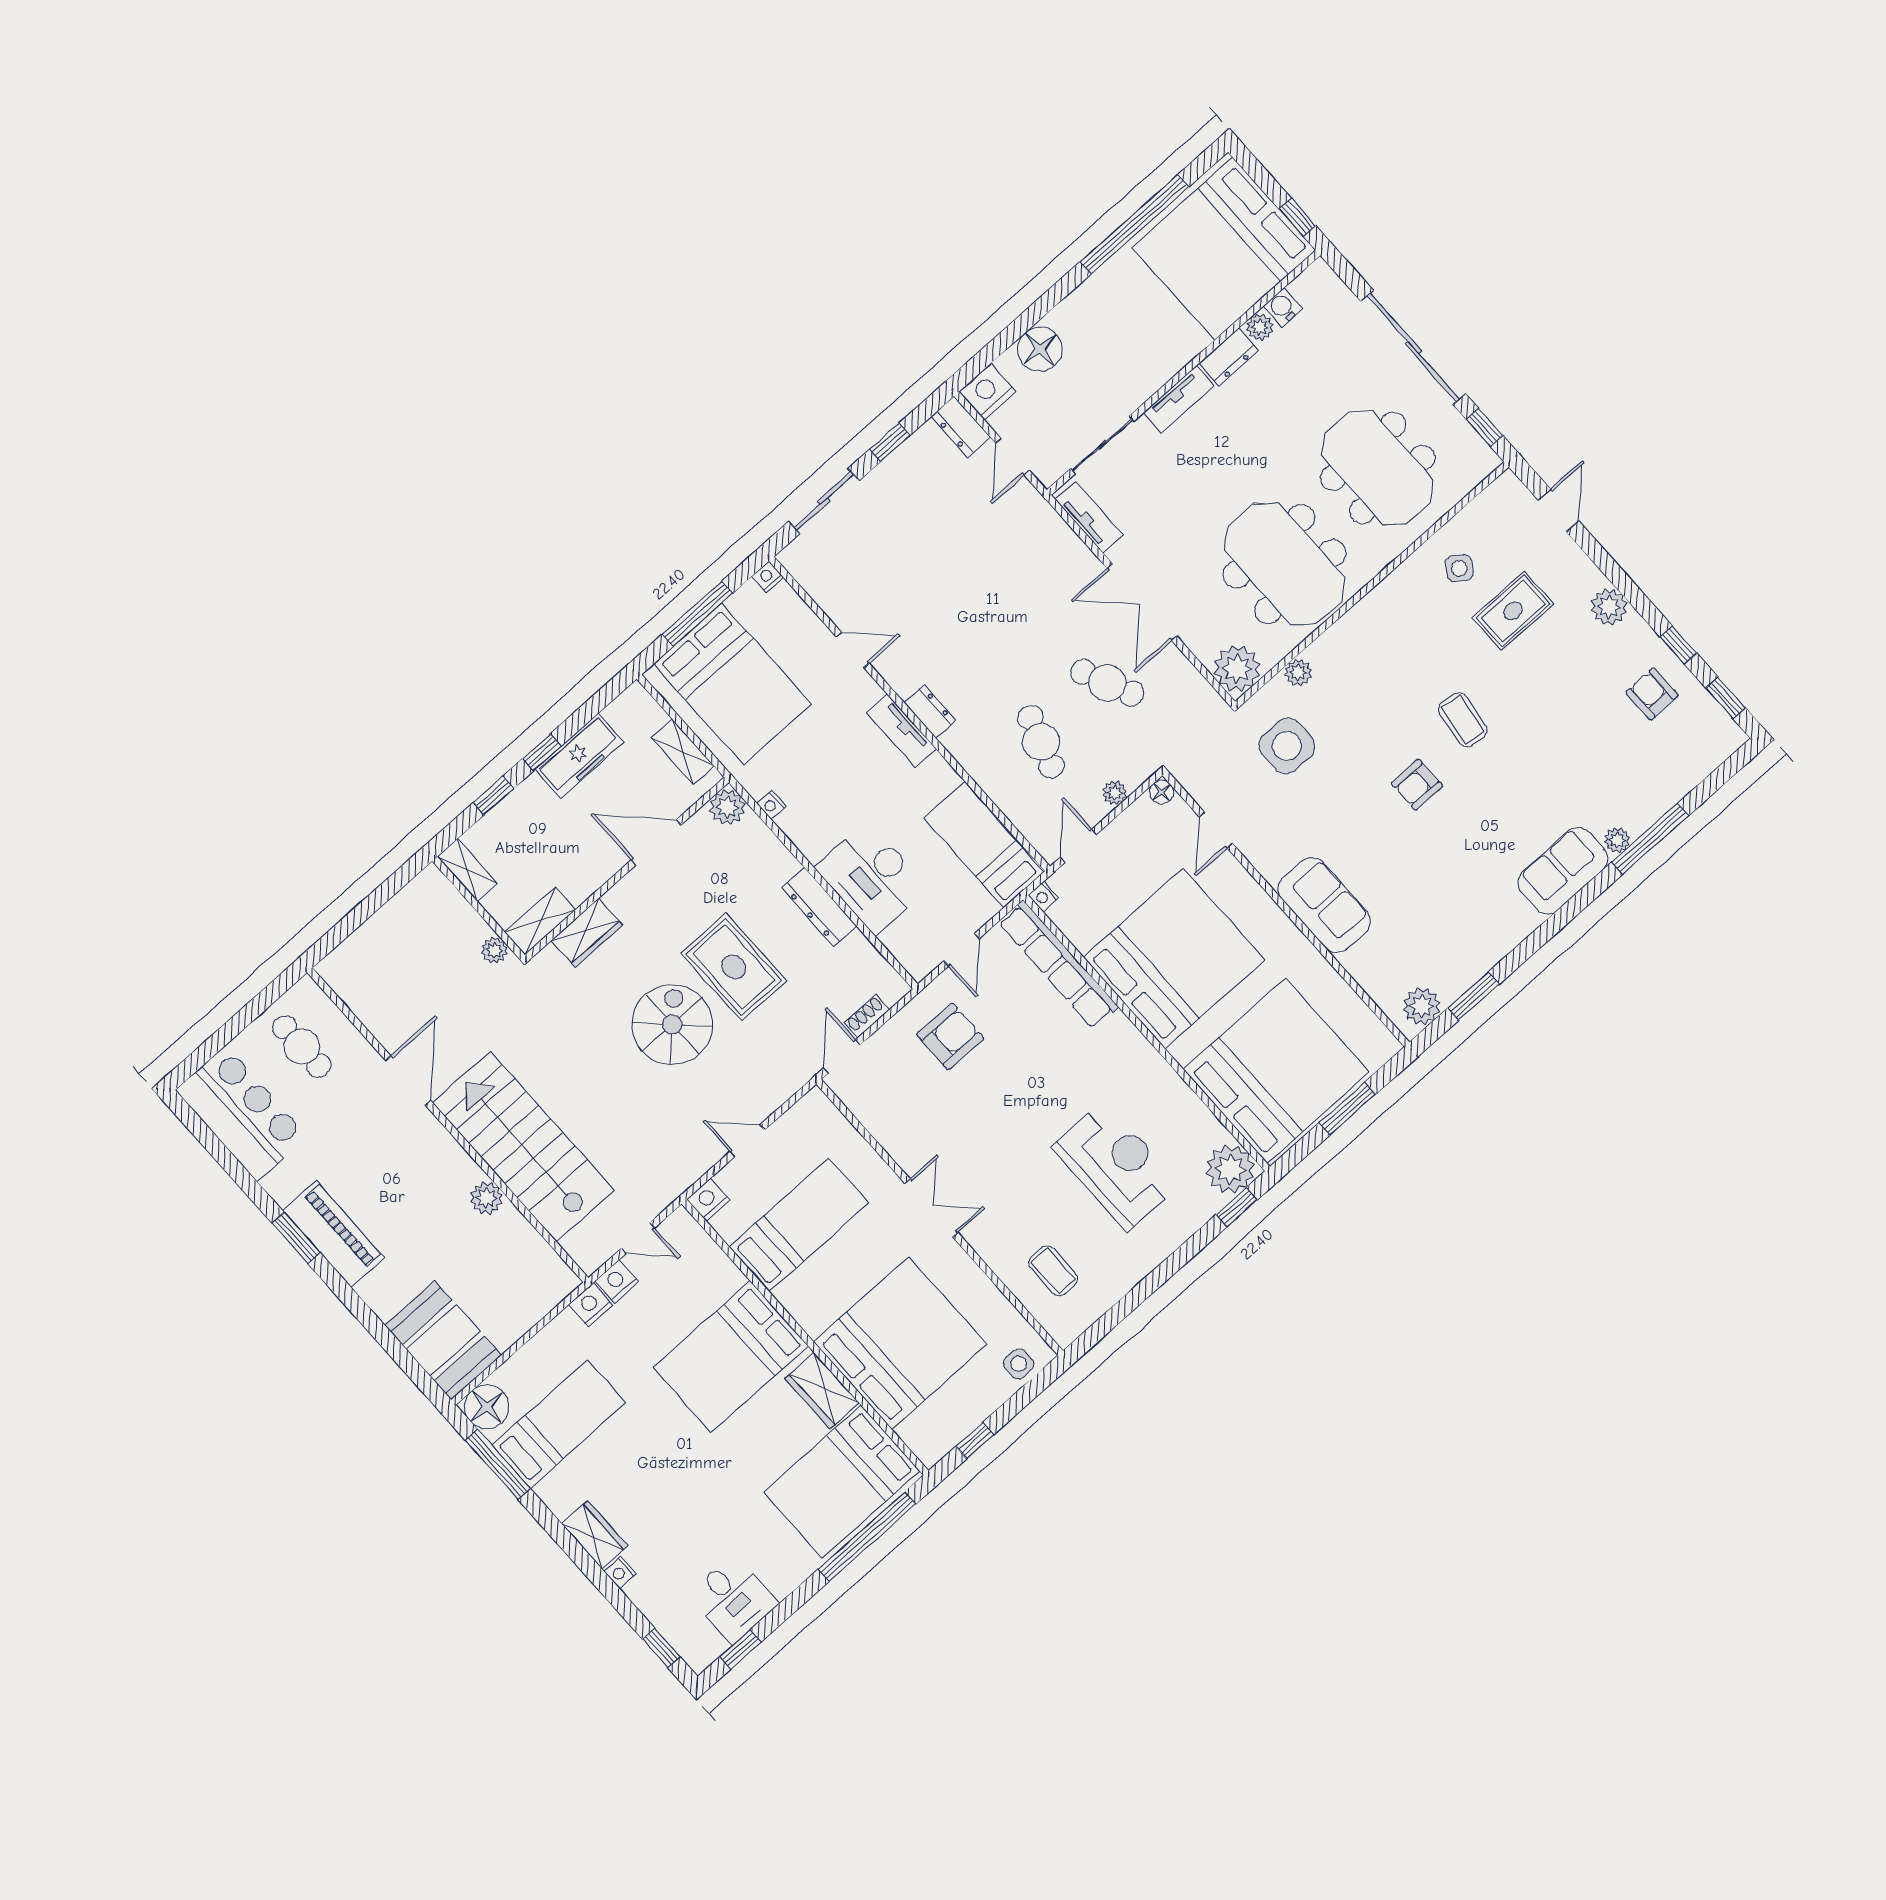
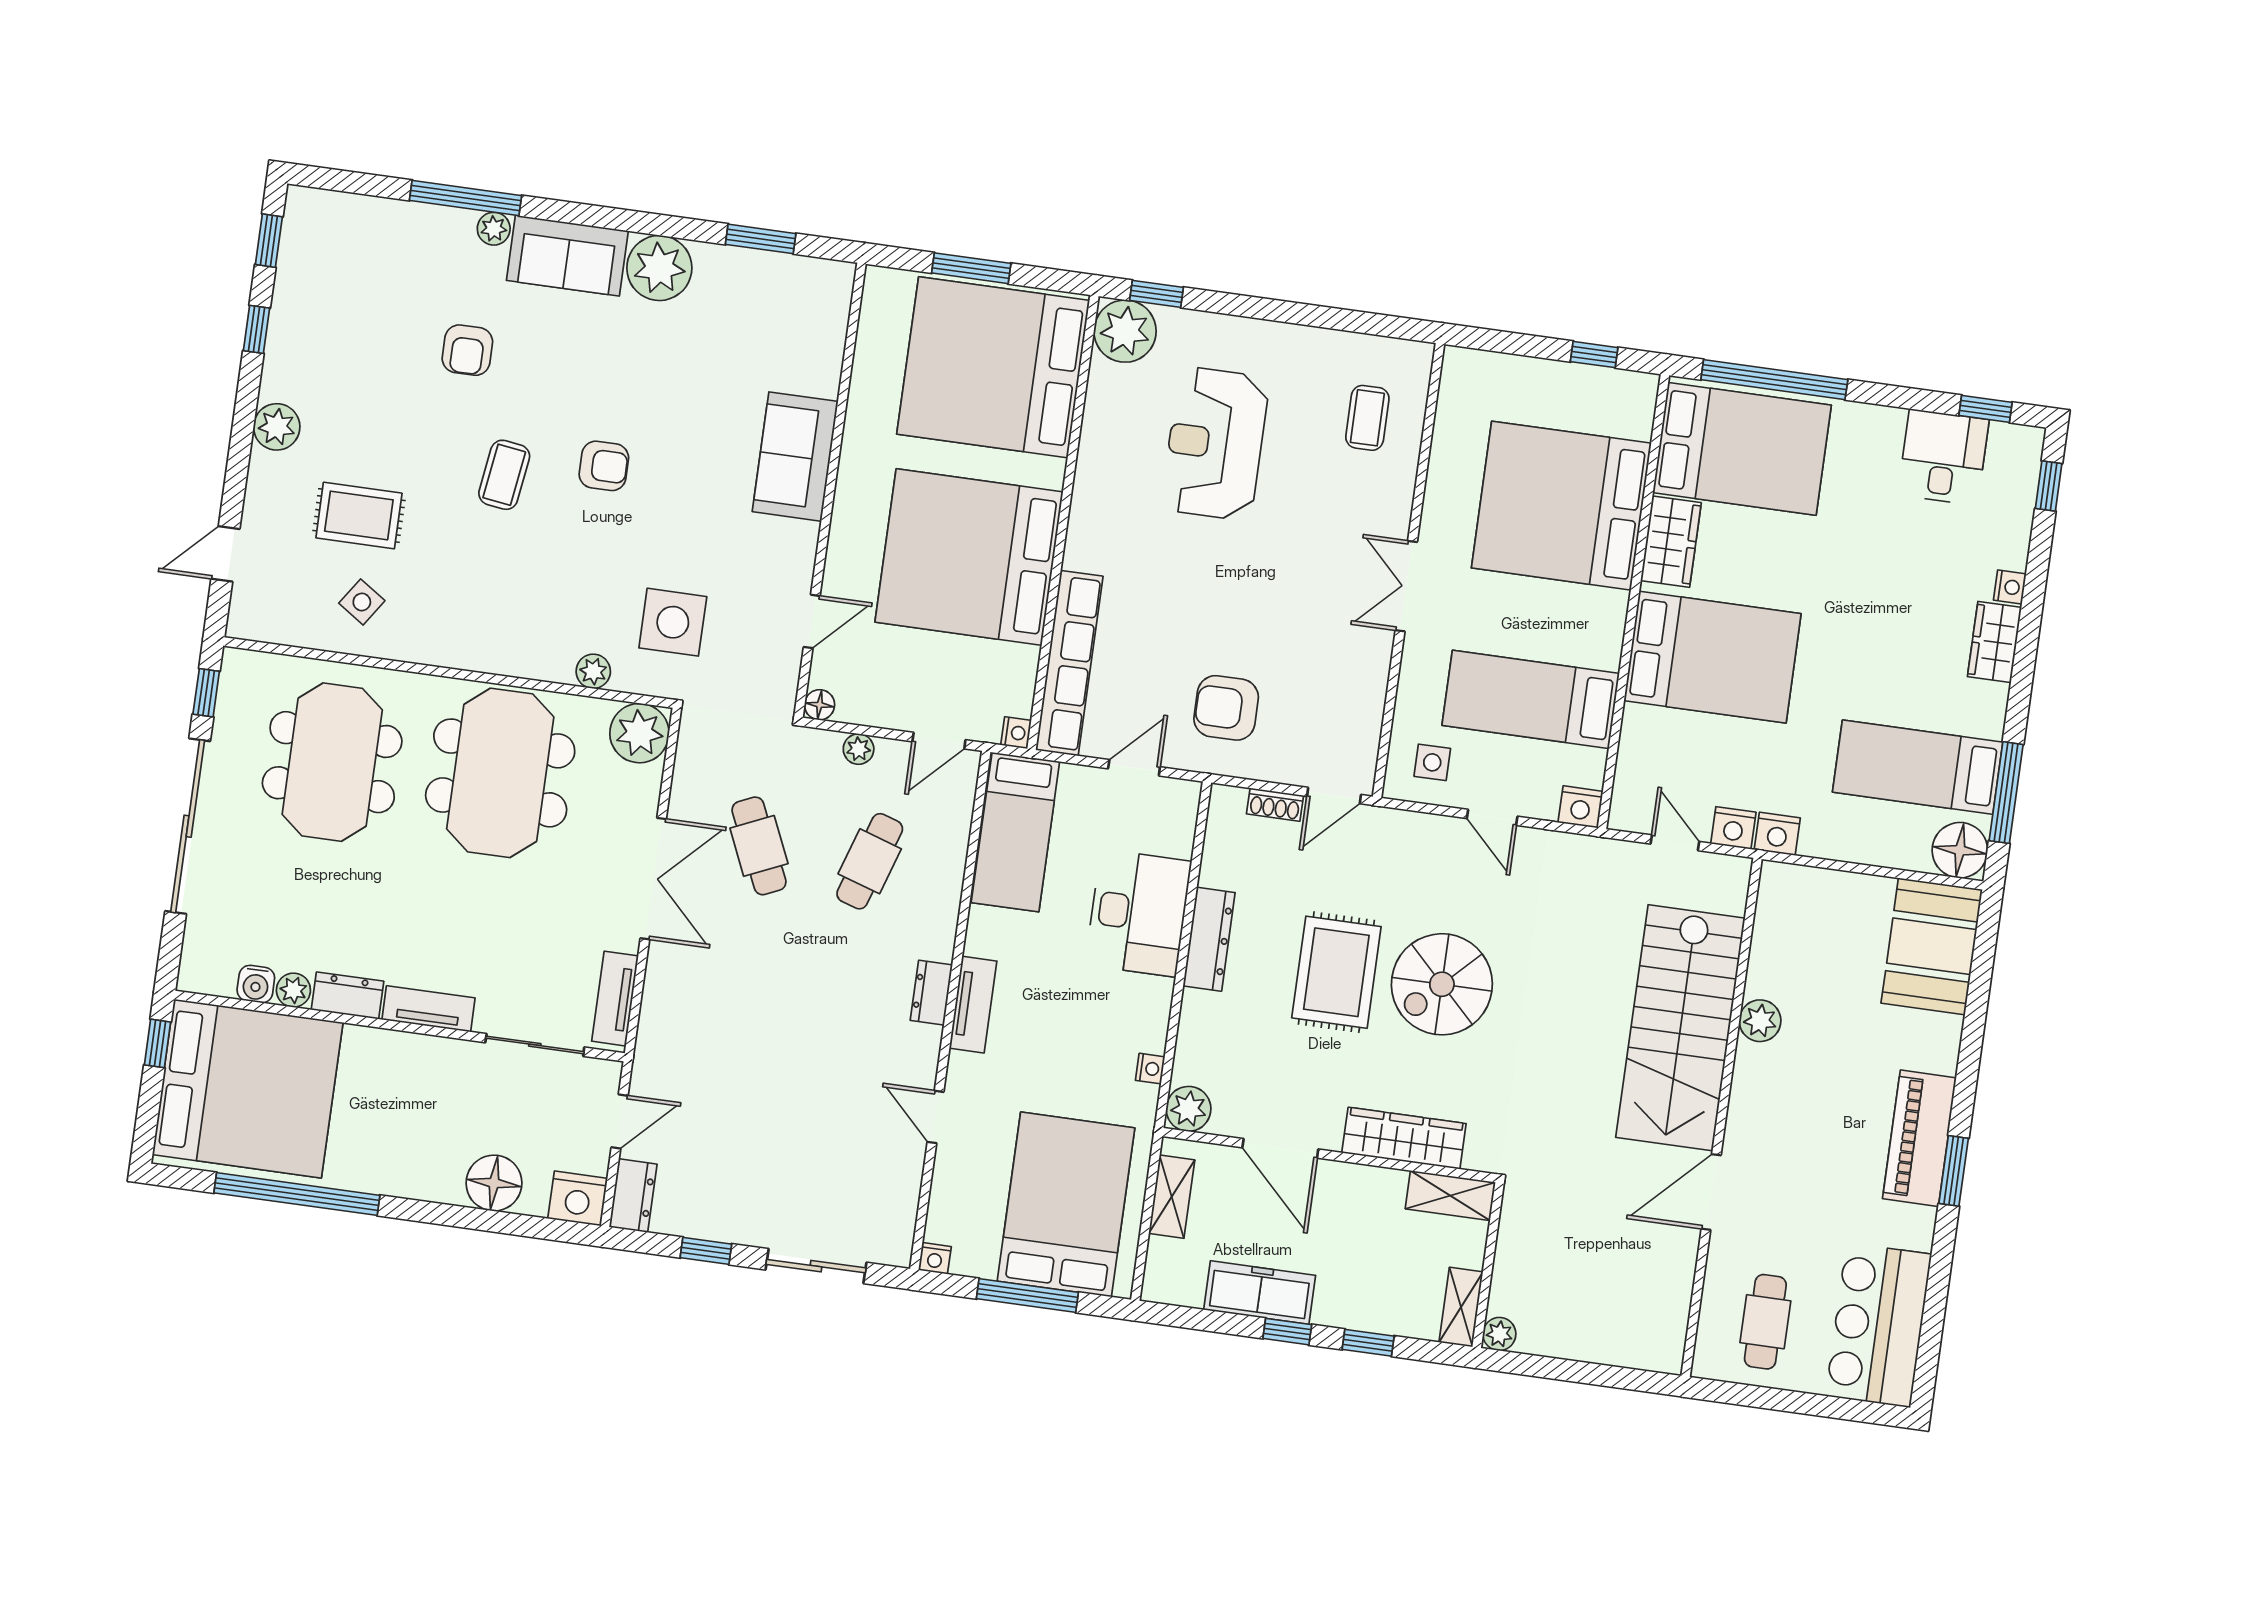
armchair: (1652, 694) -> (467, 350), moved
wardrobe: (587, 933) -> (1404, 1138), width x1.50
plant: (494, 950) -> (1499, 1334), moved
plant: (1422, 1006) -> (659, 268), moved, width x1.36, depth x1.36
side table: (1019, 1364) -> (1432, 762), moved

